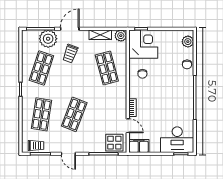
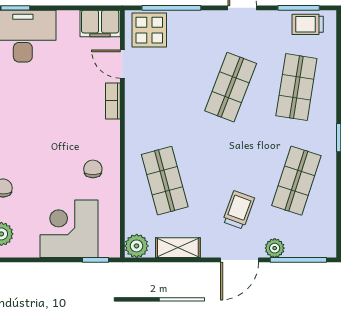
plant: (48, 39) -> (275, 248), width x0.53, depth x0.53
corner desk: (143, 44) -> (69, 229), moved, turned 90

